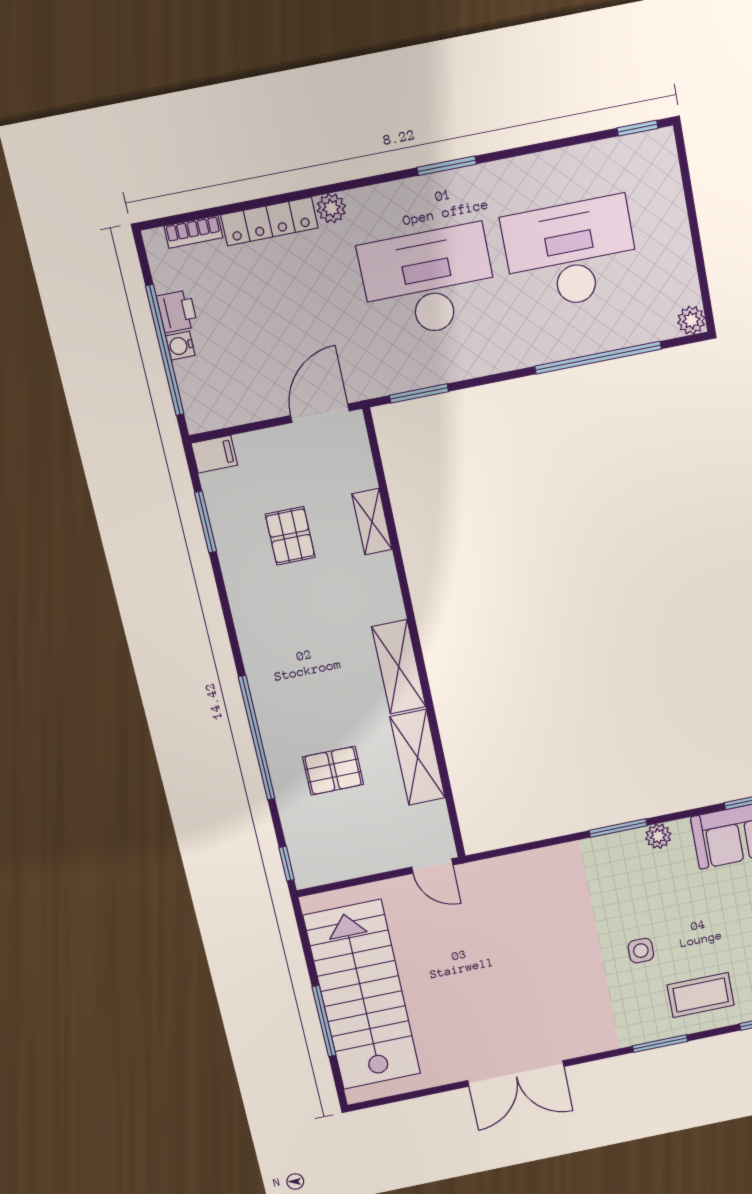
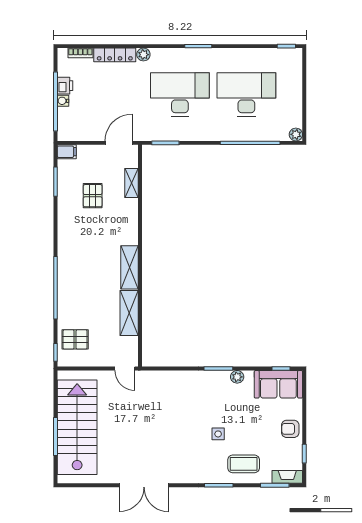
shelving: (372, 522) -> (132, 183), moved
pallet: (333, 771) -> (75, 339), moved

